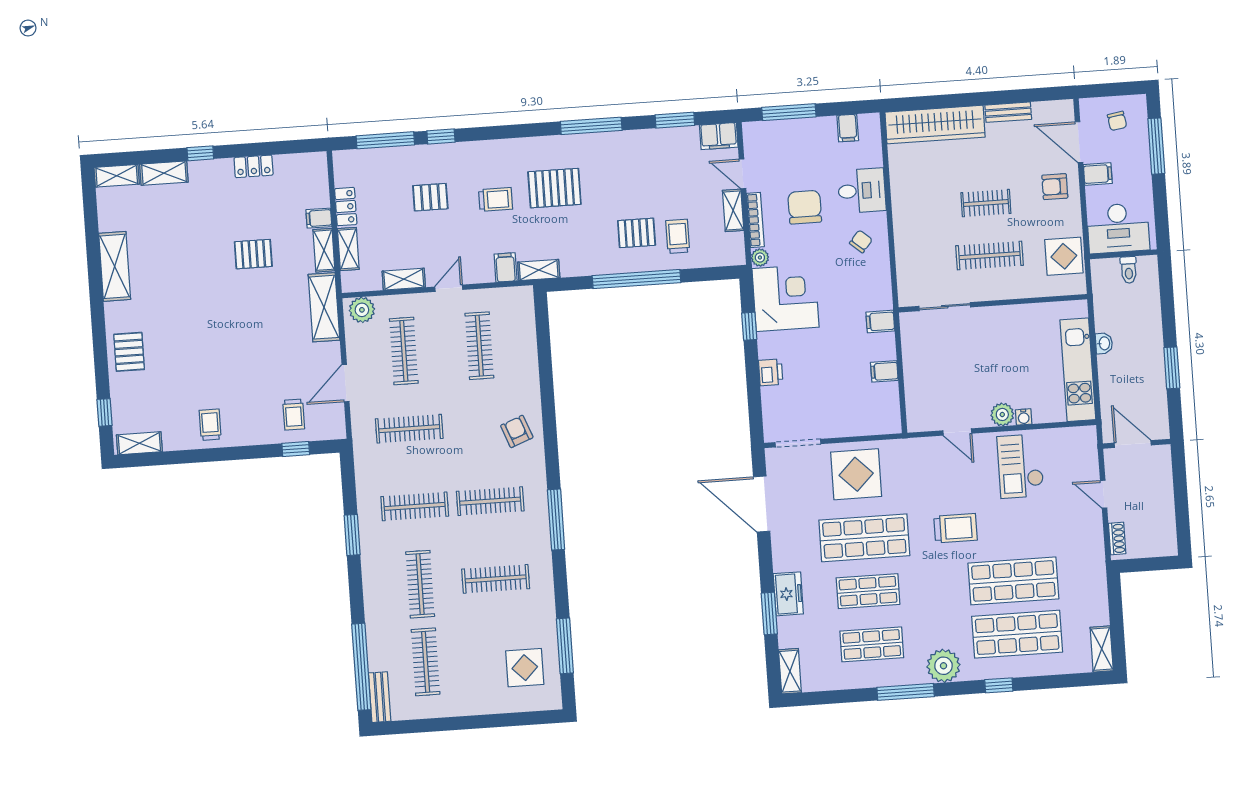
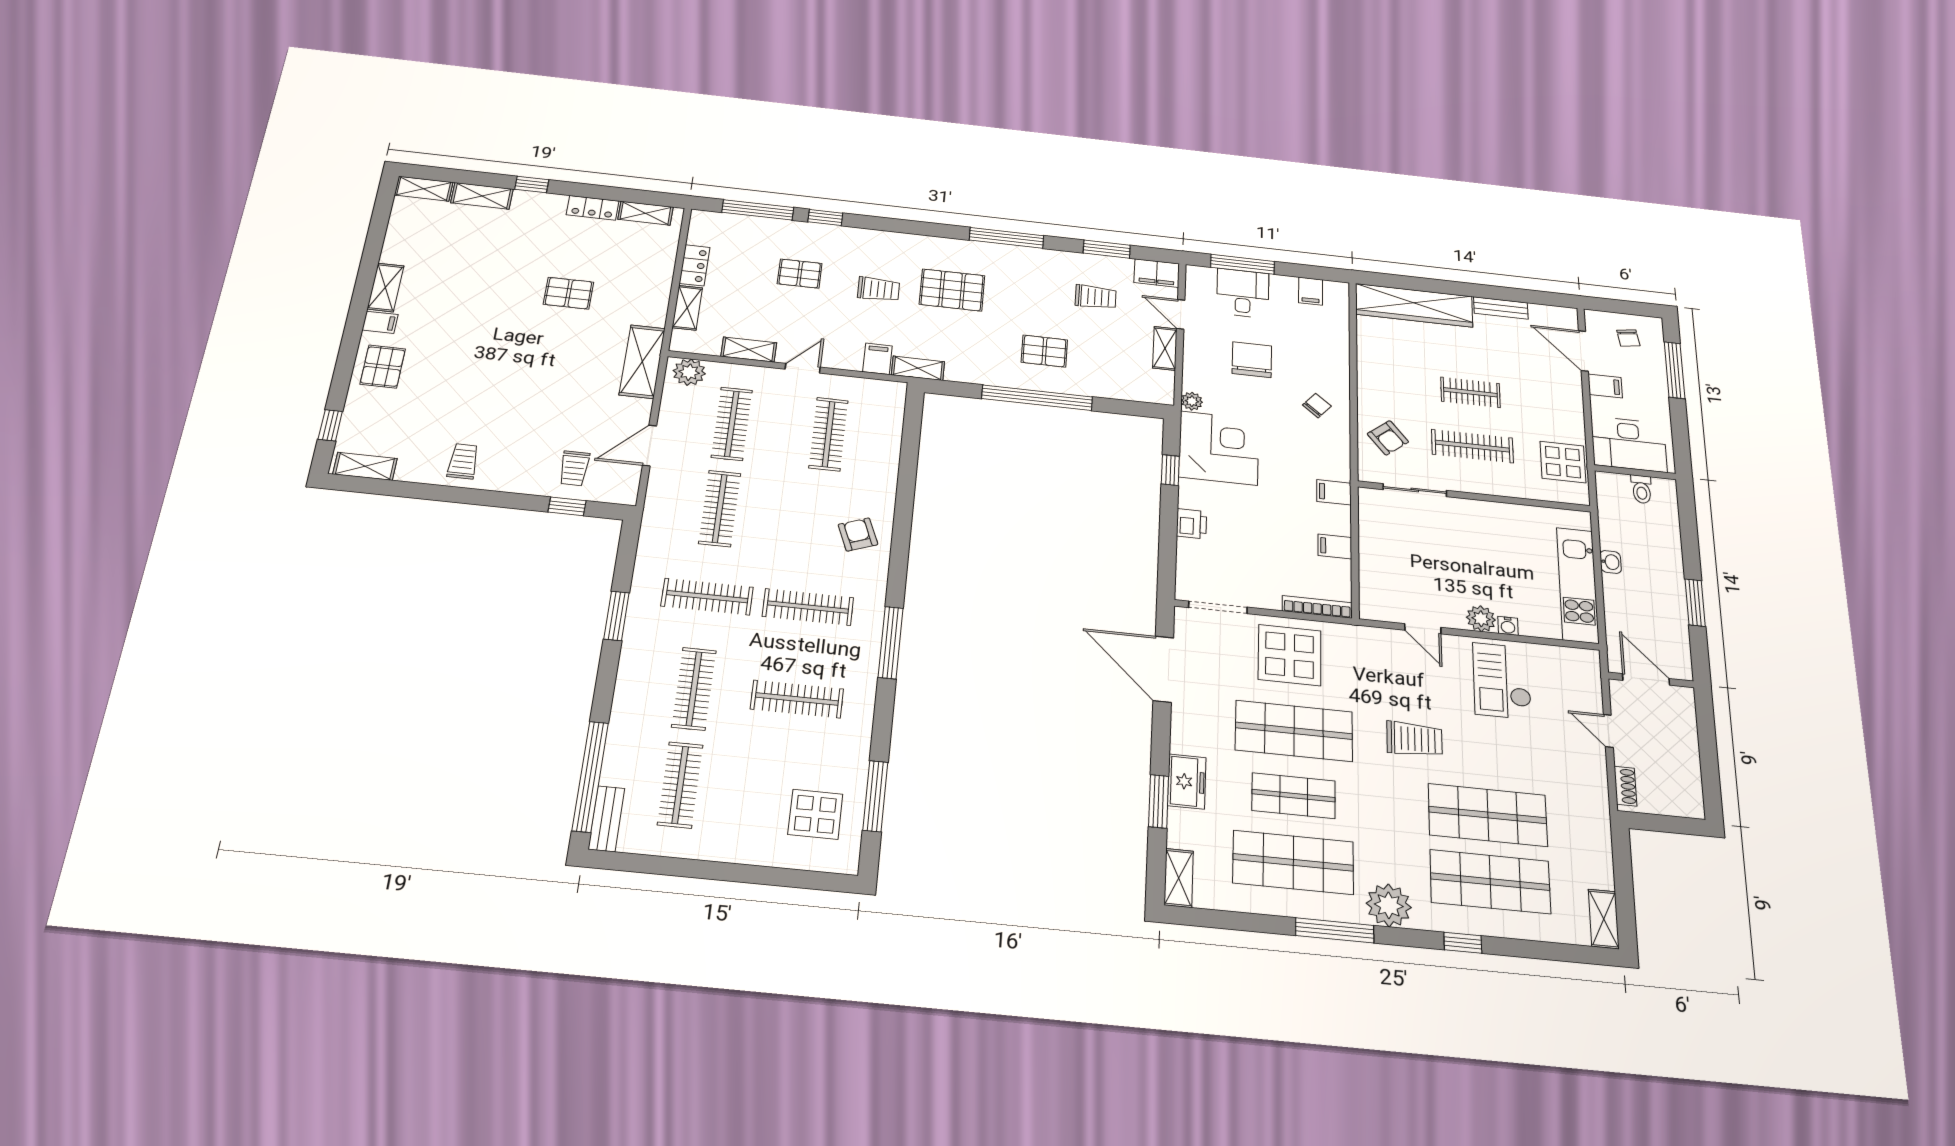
armchair: (1055, 187) -> (1388, 438), moved, turned -129
desk: (862, 191) -> (1243, 293), moved, turned -90
filing cabinet: (319, 218) -> (380, 322), moved, turned 180
bookcase: (755, 220) -> (1317, 607), moved, turned -90
trolley: (678, 236) -> (1096, 297), moved, turned 90
shelving: (324, 250) -> (645, 213), moved, turned 90
shelving: (115, 266) -> (385, 287), width x0.67, depth x0.75
clothes rail: (409, 429) -> (720, 508), turned 90
shop shelf: (872, 644) -> (1293, 862), width x1.43, depth x1.36

